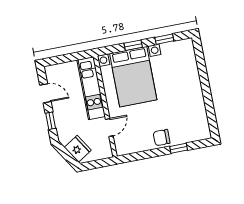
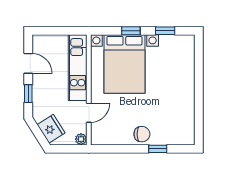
chair: (162, 138) -> (142, 134), turned 180
plant: (107, 153) -> (81, 139), added

